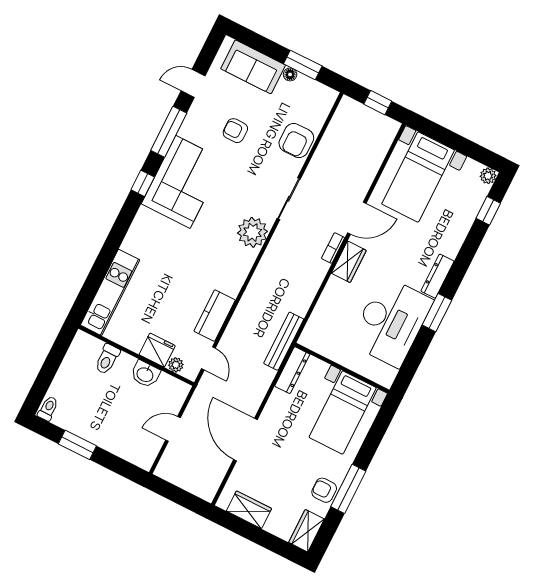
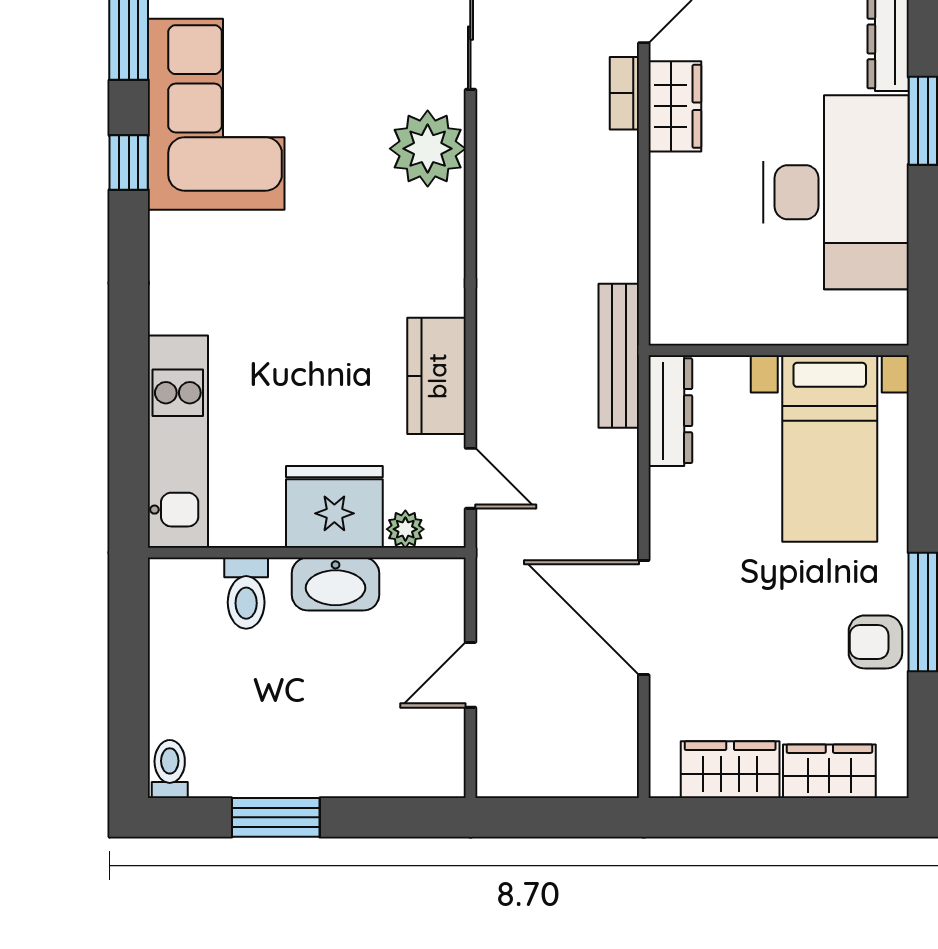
fridge: (157, 350) -> (334, 507), width x1.36, depth x1.34
washbasin: (145, 374) -> (336, 584), width x1.38
wardrobe: (307, 531) -> (829, 771), moved, turned 90

